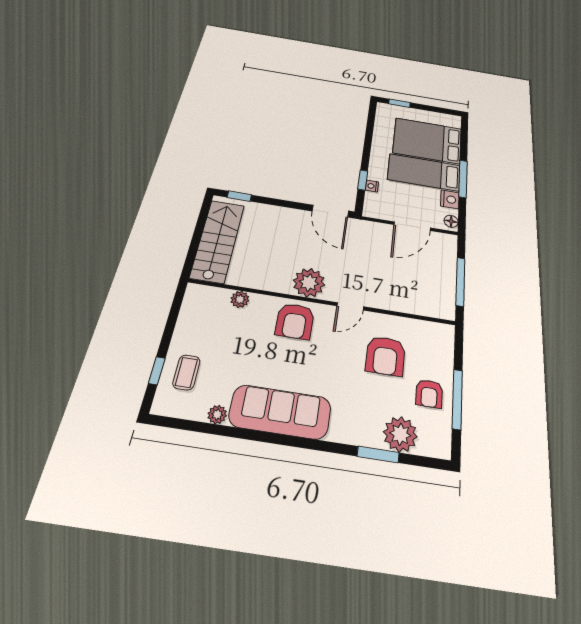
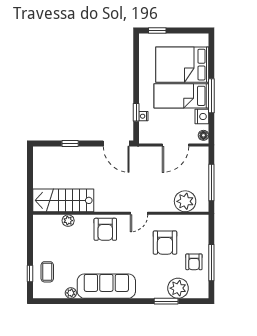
window: (239, 196) -> (70, 144), moved
stairs: (218, 241) -> (63, 200), moved, turned -90
plant: (309, 283) -> (185, 201), moved

